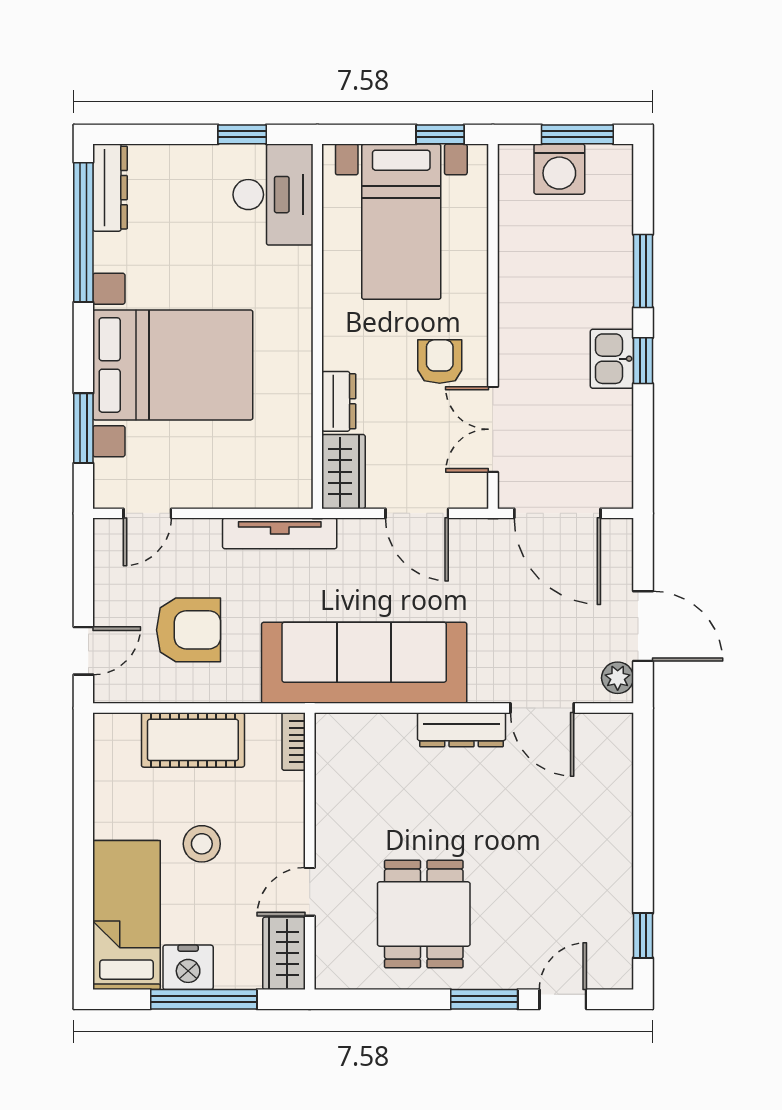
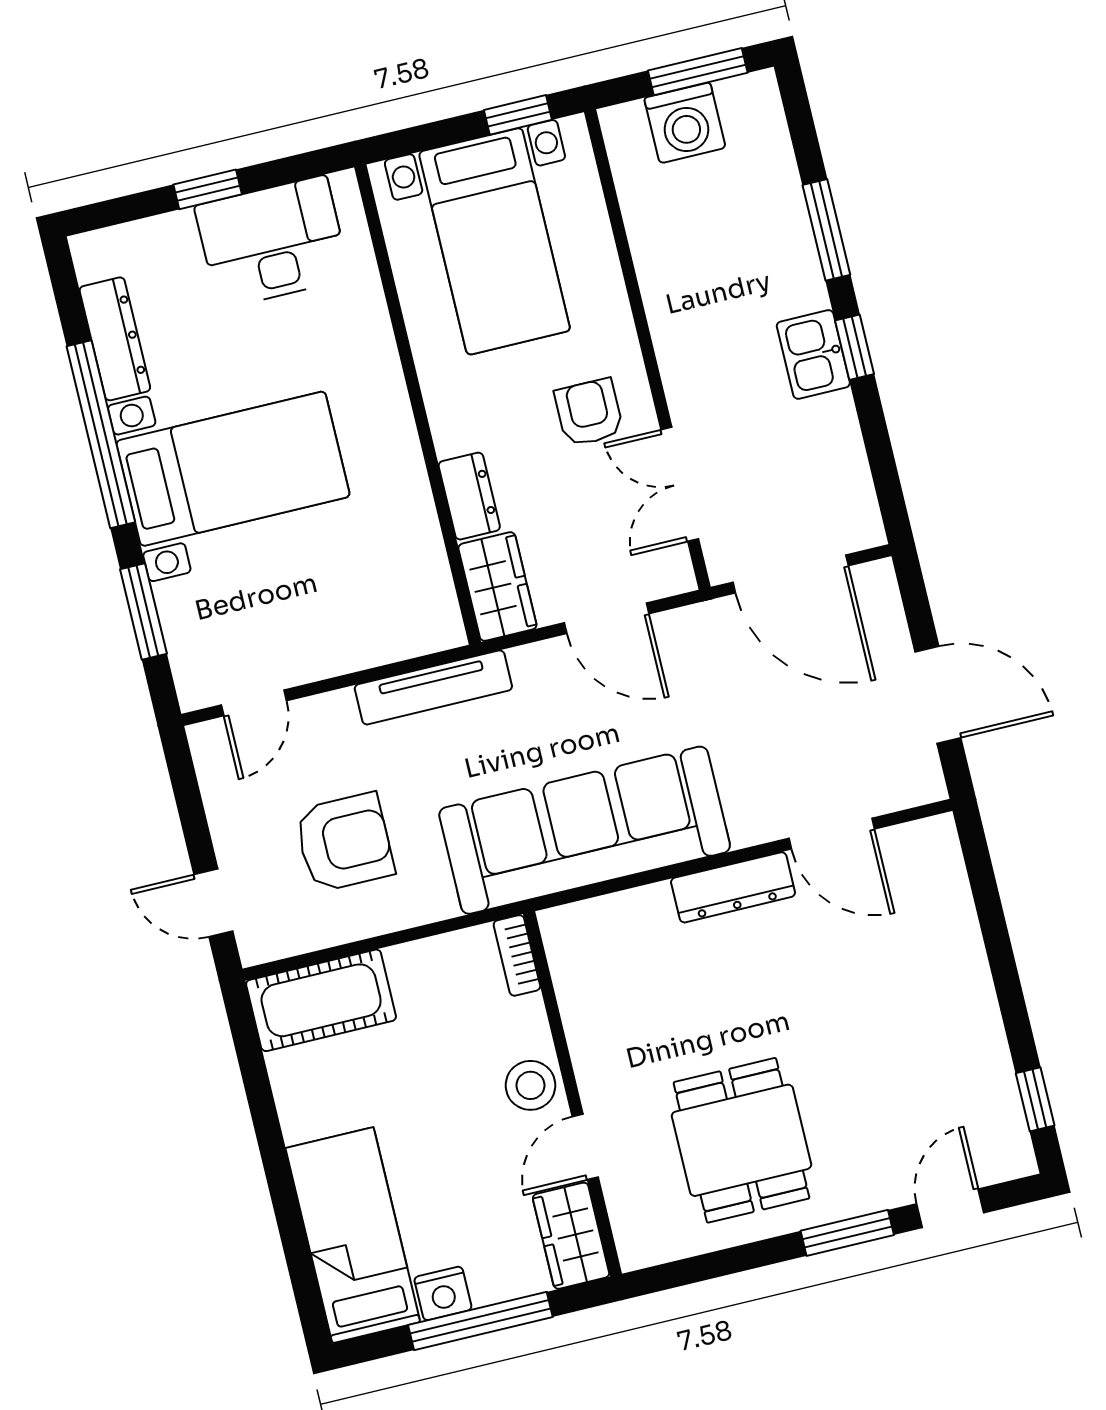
window: (242, 134) -> (208, 189), moved
dresser: (110, 188) -> (115, 339), moved
desk: (273, 195) -> (272, 242), moved, turned -90
window: (83, 232) -> (101, 434), moved
bed with nightstands: (173, 365) -> (233, 469), width x0.73
door: (83, 651) -> (213, 903), swing flipped
plant: (618, 678) -> (921, 770), removed
cot: (193, 740) -> (321, 1000), moved
stool: (202, 844) -> (531, 1085), moved
nightstand: (188, 967) -> (443, 1293), width x0.74, depth x0.75

